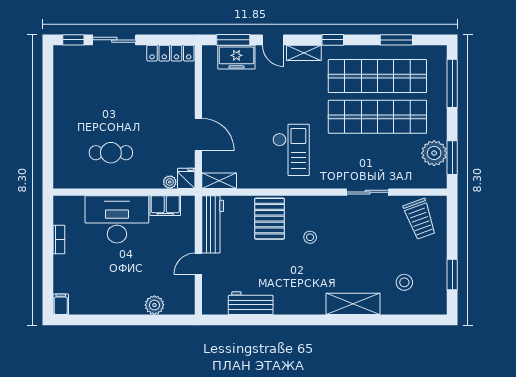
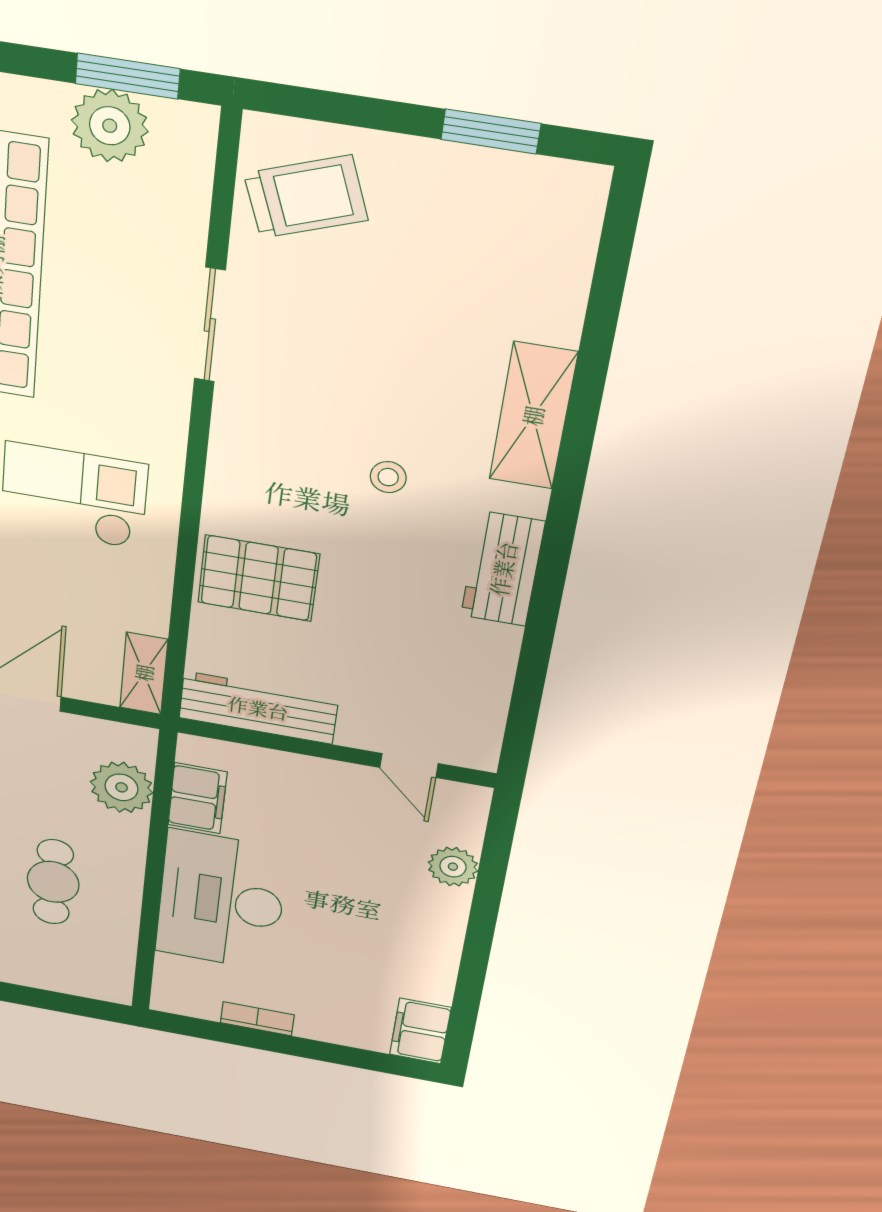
fridge: (186, 178) -> (131, 742), removed
plant: (170, 182) -> (122, 787), width x1.88, depth x1.88
stool: (310, 237) -> (388, 477), moved
door: (198, 264) -> (409, 766), moved
stool: (404, 282) -> (493, 270), removed
workbench: (251, 303) -> (503, 569), moved
filing cabinet: (61, 304) -> (420, 1031), width x2.00

